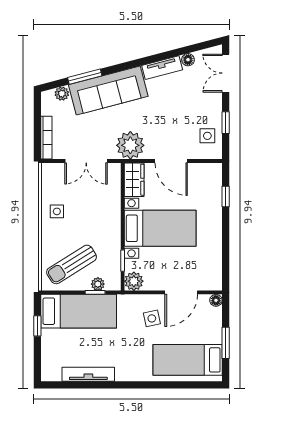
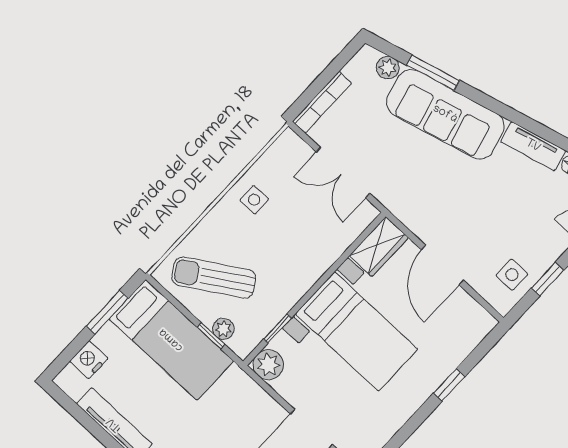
plant: (130, 145) -> (412, 202), removed
window: (226, 197) -> (449, 385), moved
side table: (152, 318) -> (249, 428), removed
window: (37, 326) -> (107, 312), width x1.50
nightstand: (49, 356) -> (89, 360), added

